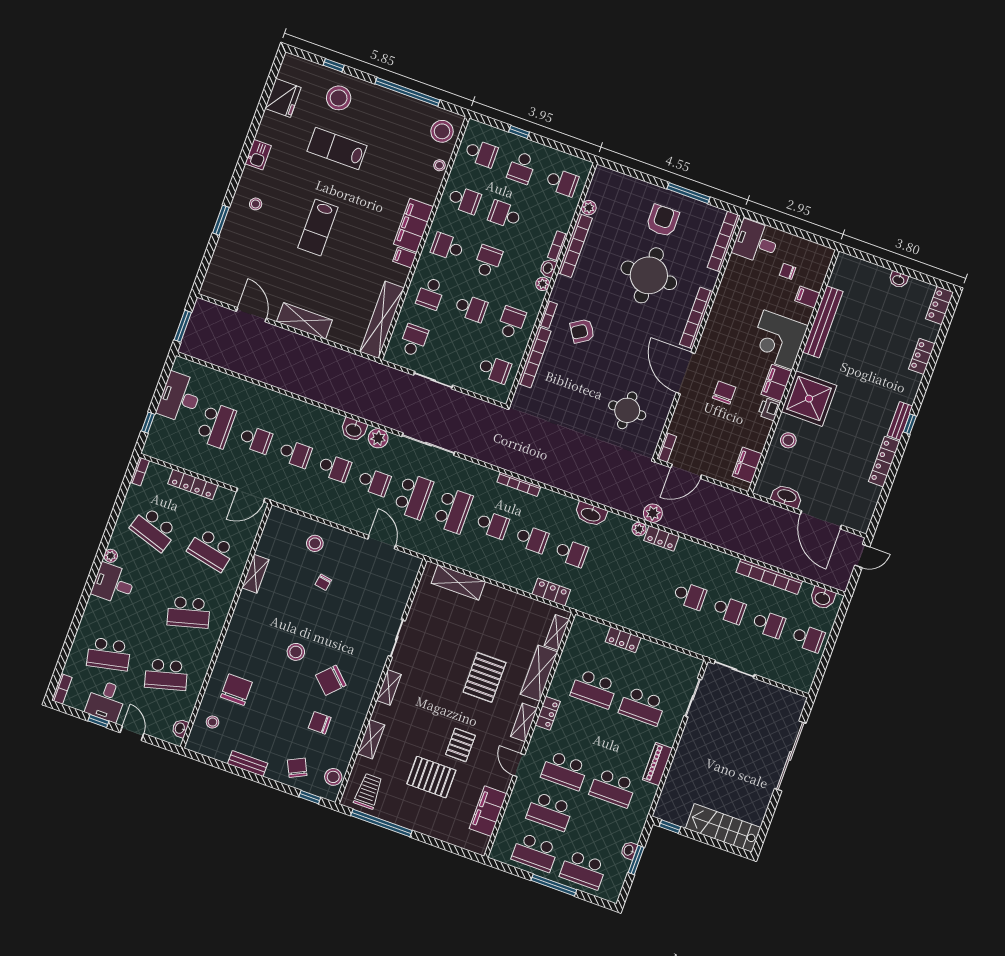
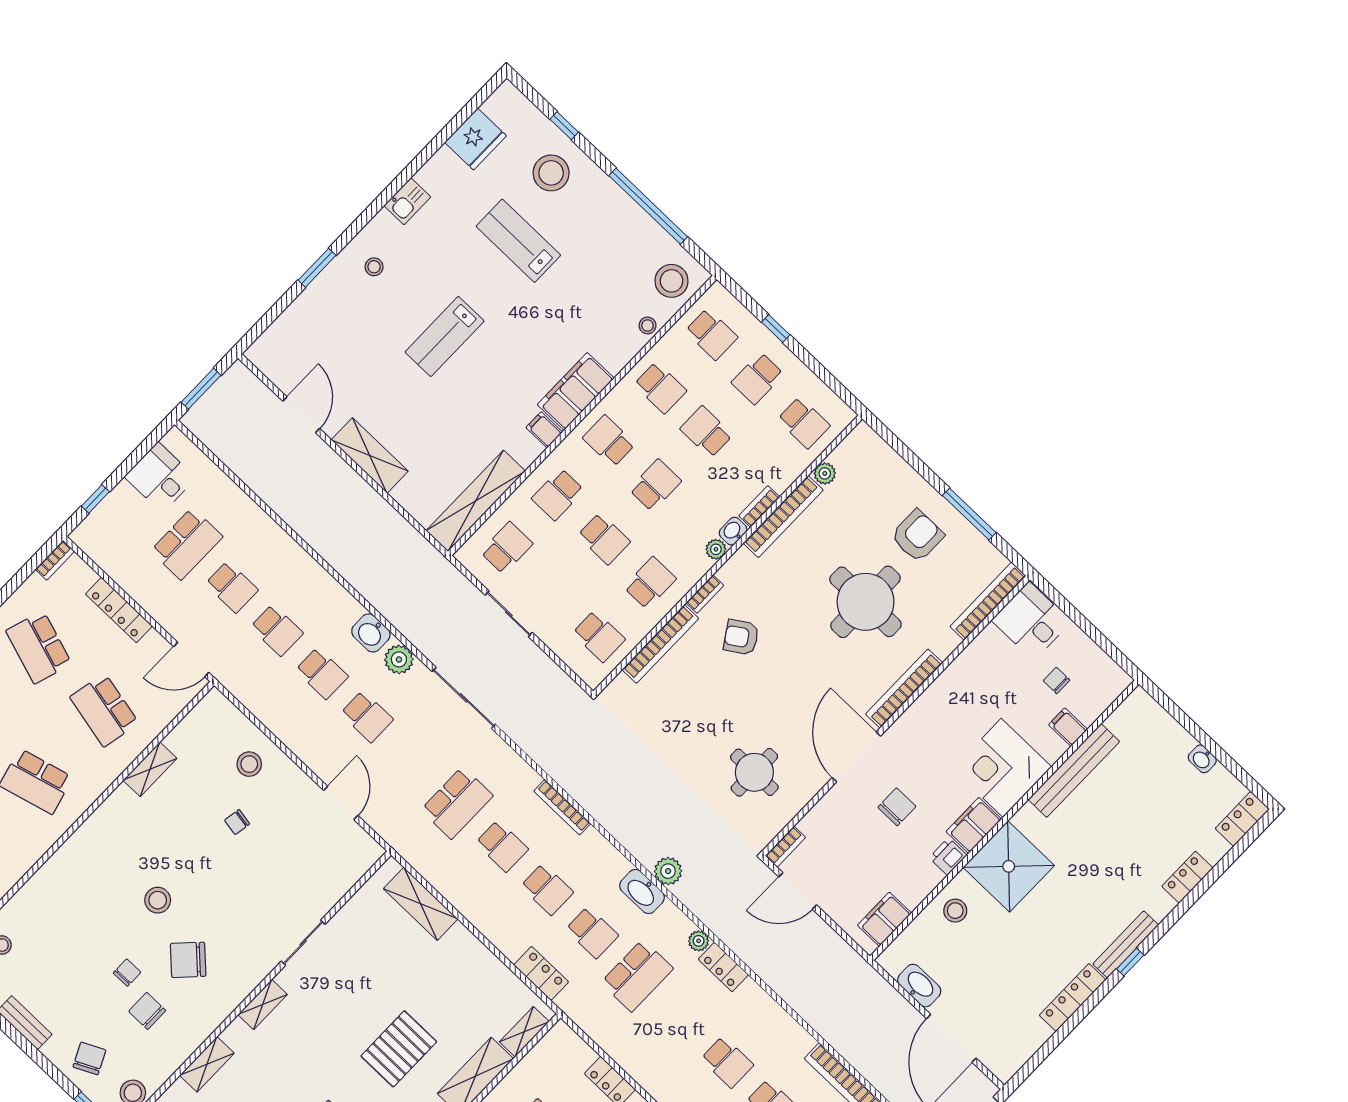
desk: (180, 398) -> (160, 477), width x0.73
bench: (900, 421) -> (1126, 944), width x1.36
school desk: (413, 496) -> (637, 976), moved
plant: (653, 513) -> (668, 871), moved
chair: (236, 690) -> (127, 973), moved, width x0.54, depth x0.54

